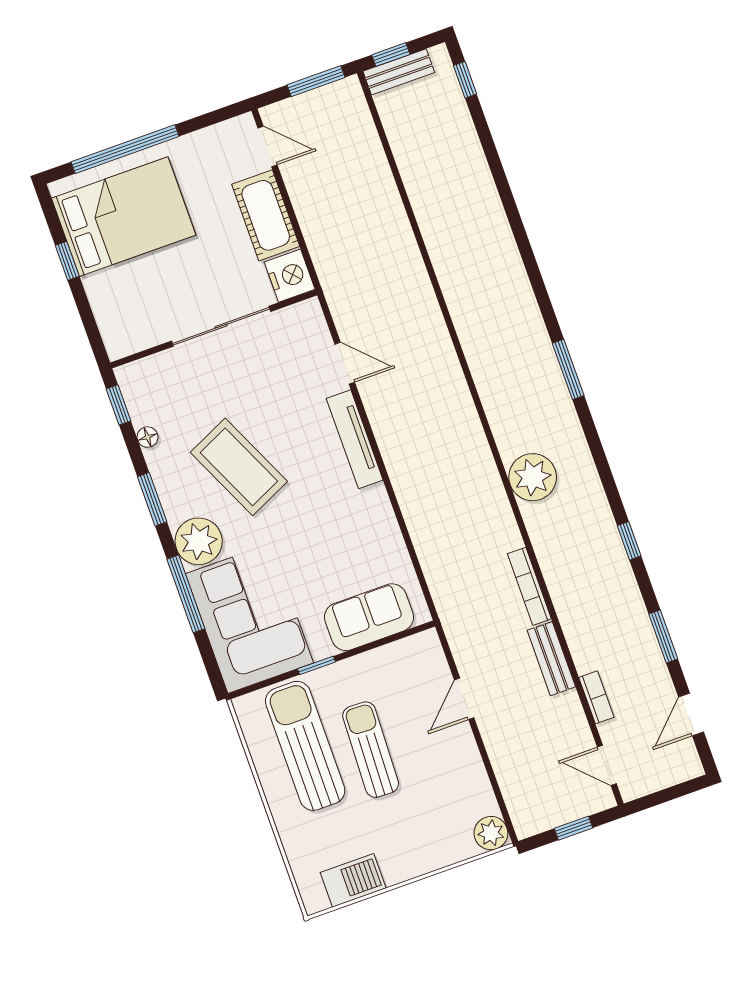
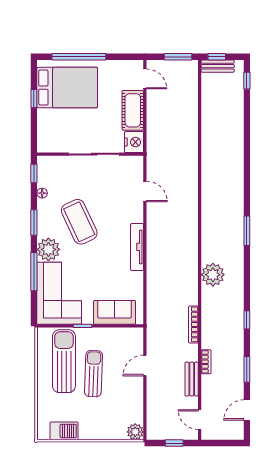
tv unit: (355, 439) -> (137, 247), moved
bench: (551, 659) -> (192, 379), moved
bookcase: (596, 697) -> (206, 362), moved

